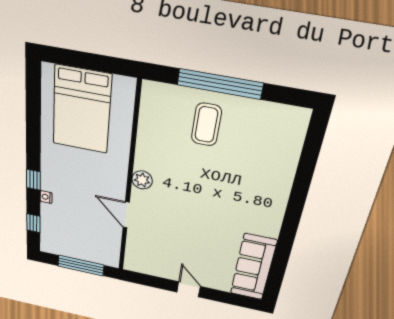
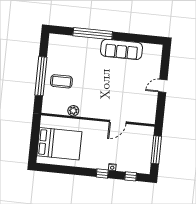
plant: (142, 180) -> (73, 111), moved
window: (299, 192) -> (93, 34), added
sofa: (253, 267) -> (122, 49), moved

